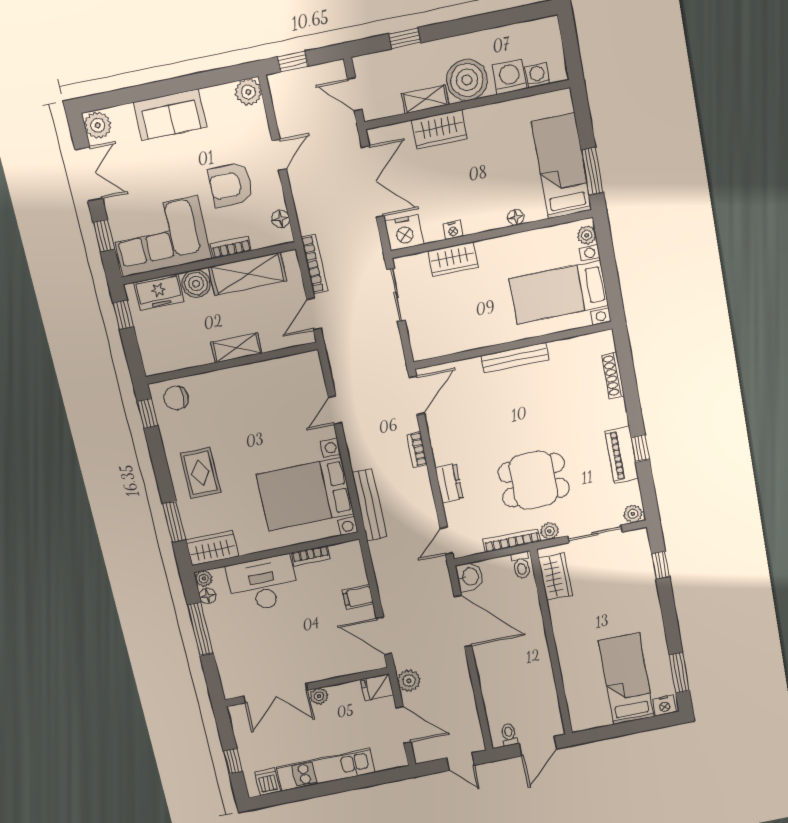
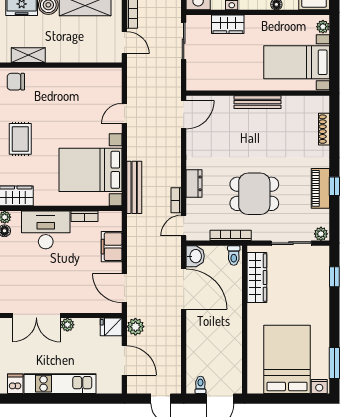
door: (314, 314) -> (124, 43), swing flipped
shelving: (236, 348) -> (28, 55), moved
bookcase: (417, 450) -> (176, 200), moved
plant: (550, 531) -> (259, 234), removed
wardrobe: (555, 576) -> (257, 278), width x1.50
filing cabinet: (358, 597) -> (112, 247), width x2.00
bed: (626, 679) -> (287, 359), width x1.50

